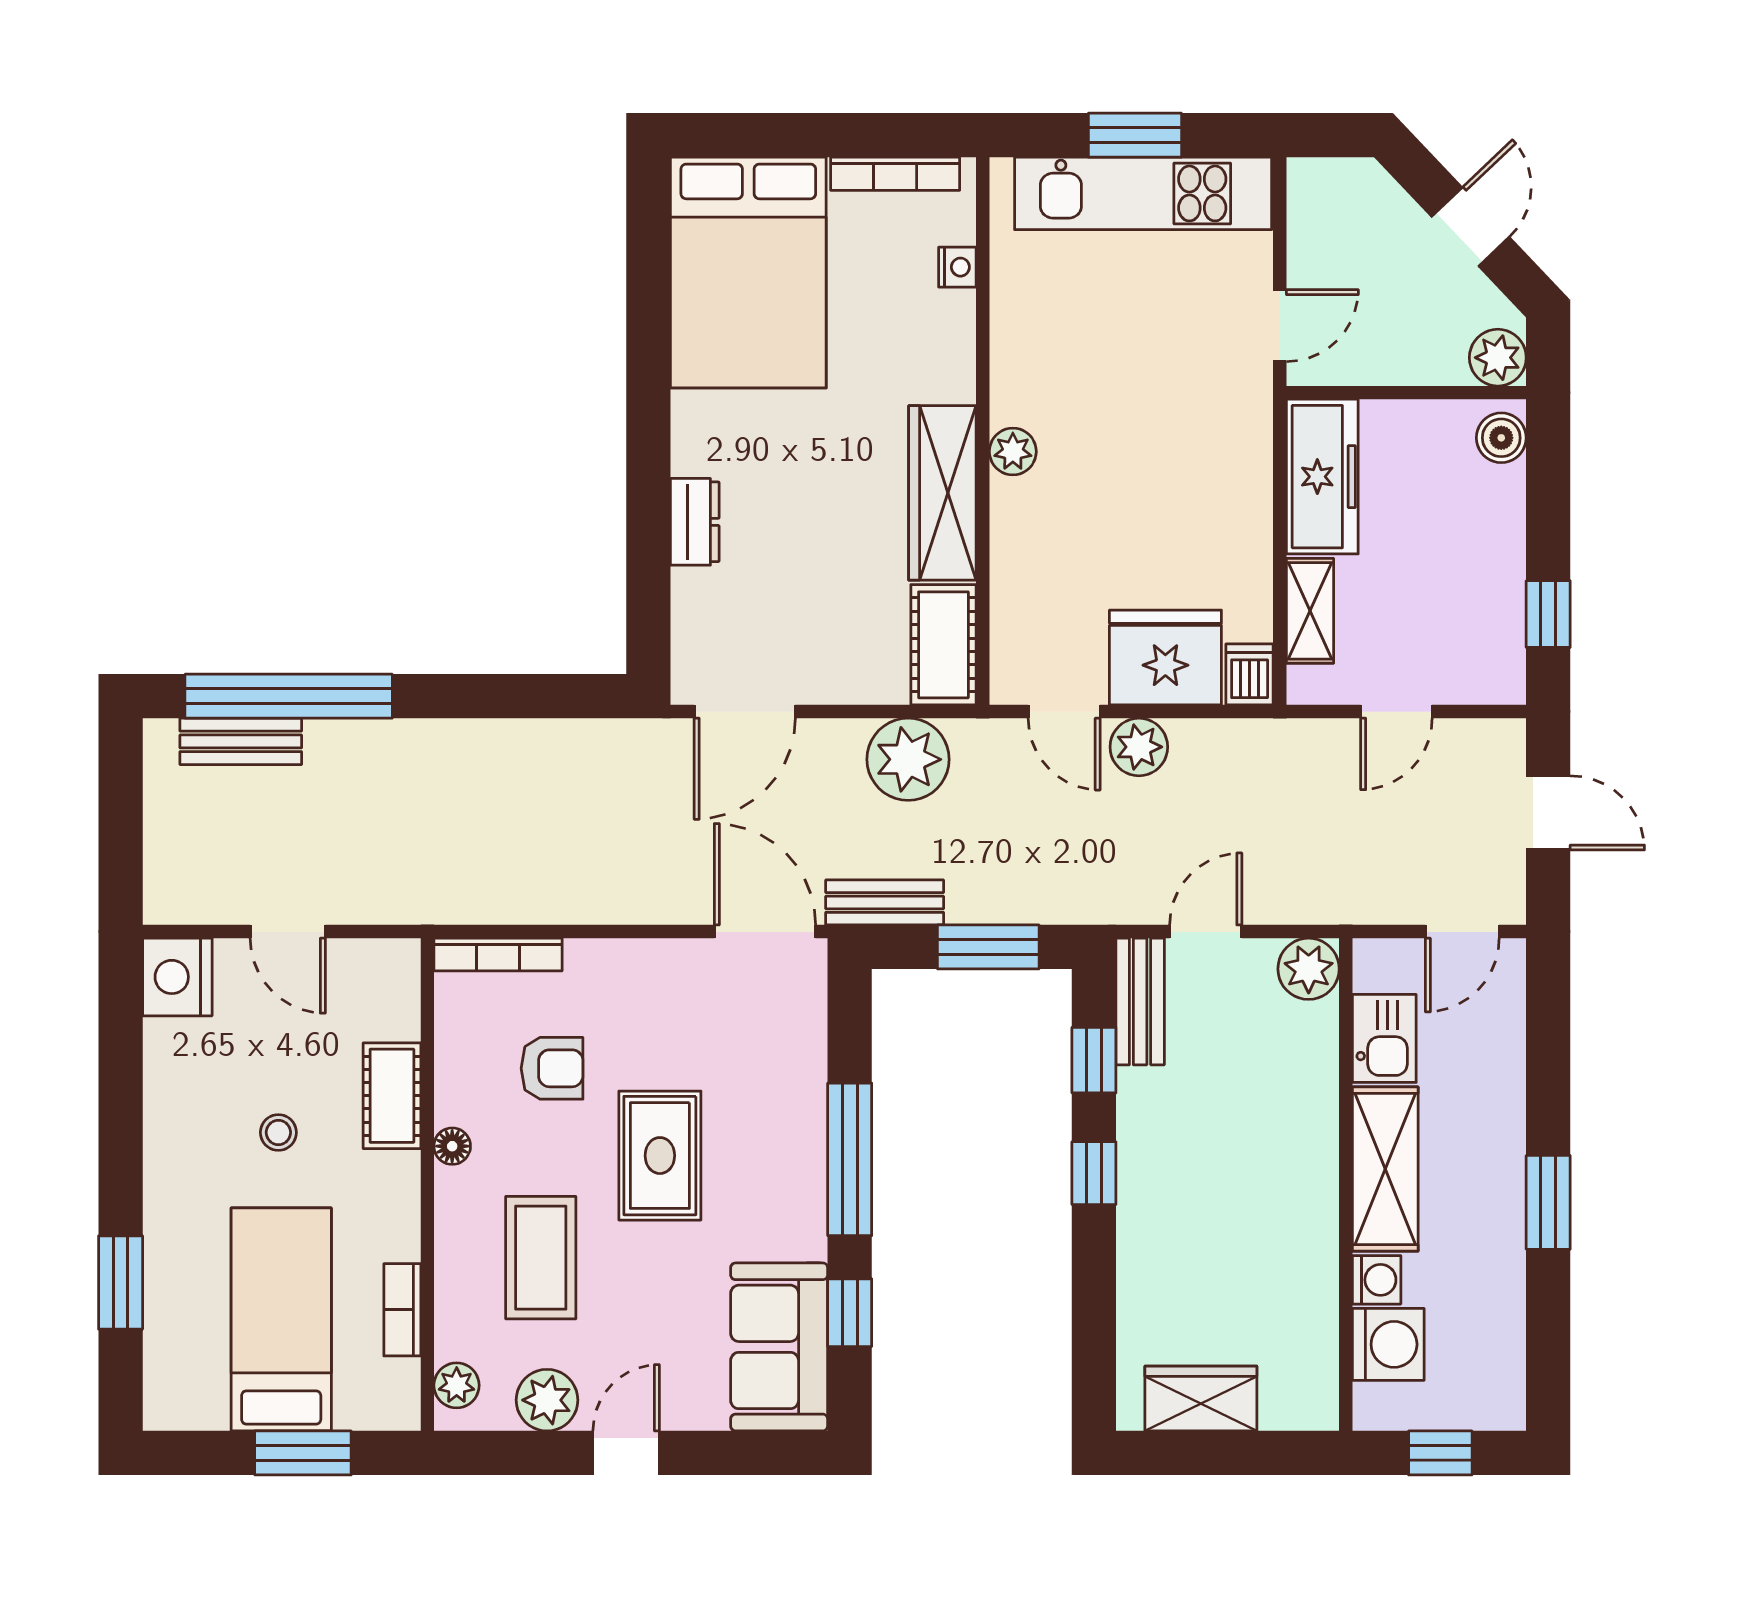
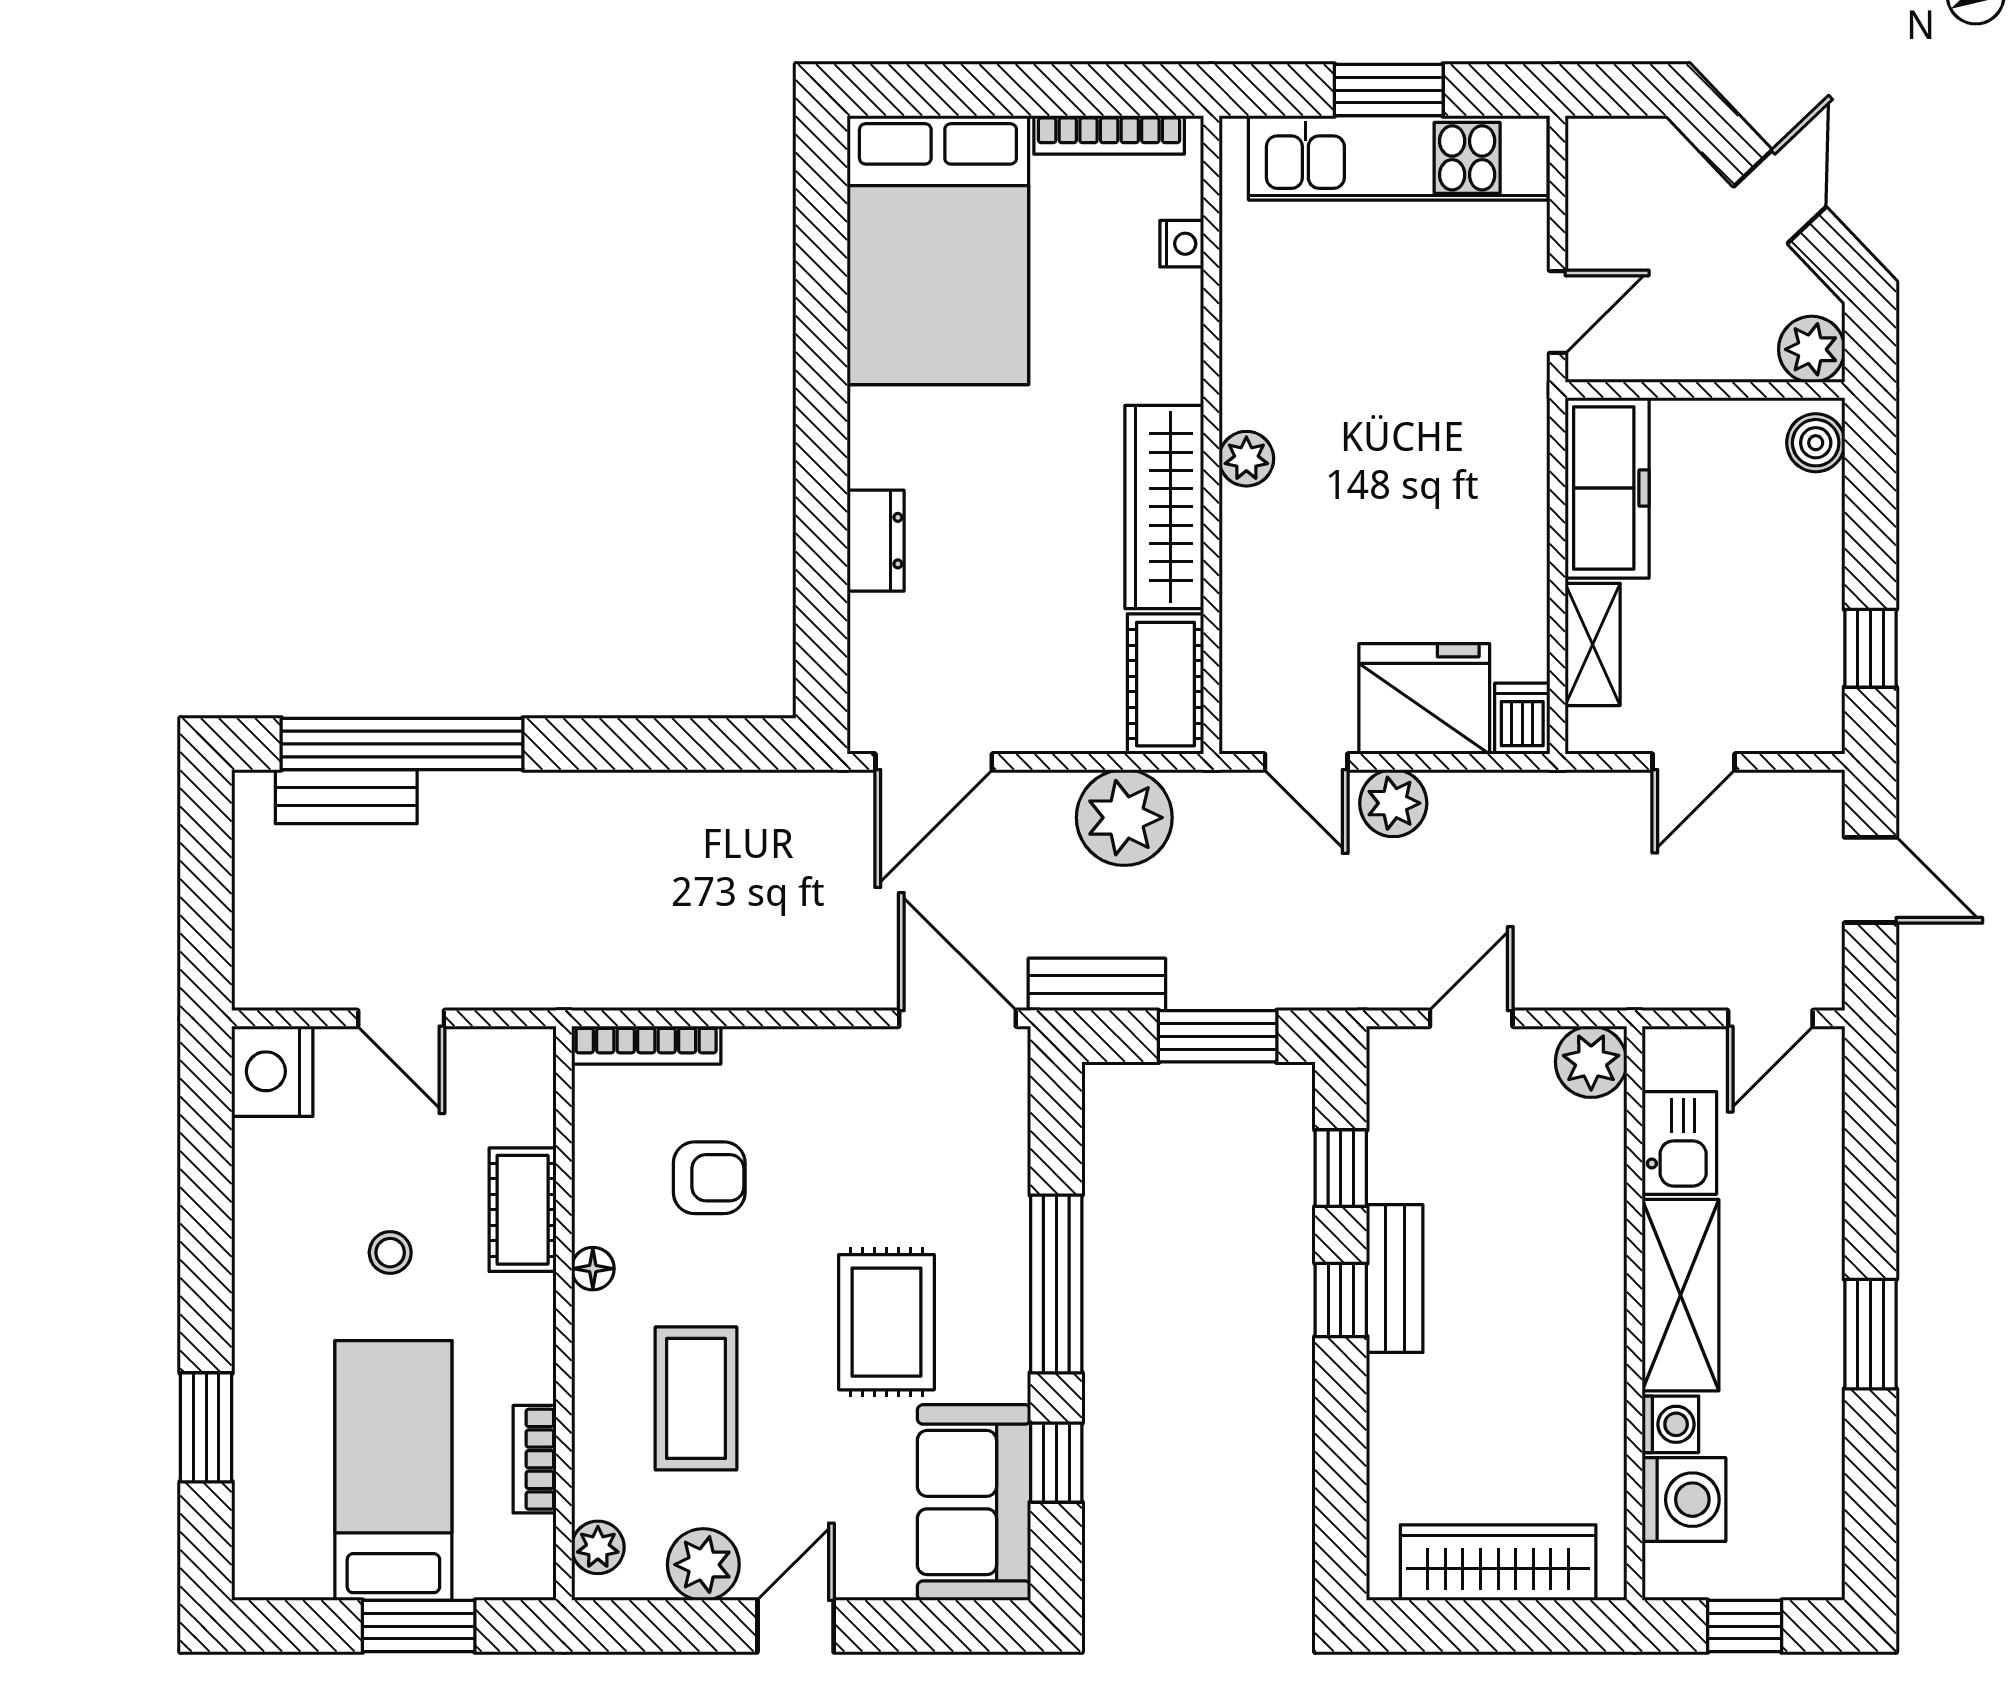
bench: (1140, 1002) -> (1395, 1279), moved
rug: (660, 1156) -> (887, 1322), moved
wardrobe: (1201, 1398) -> (1498, 1563), width x1.50

